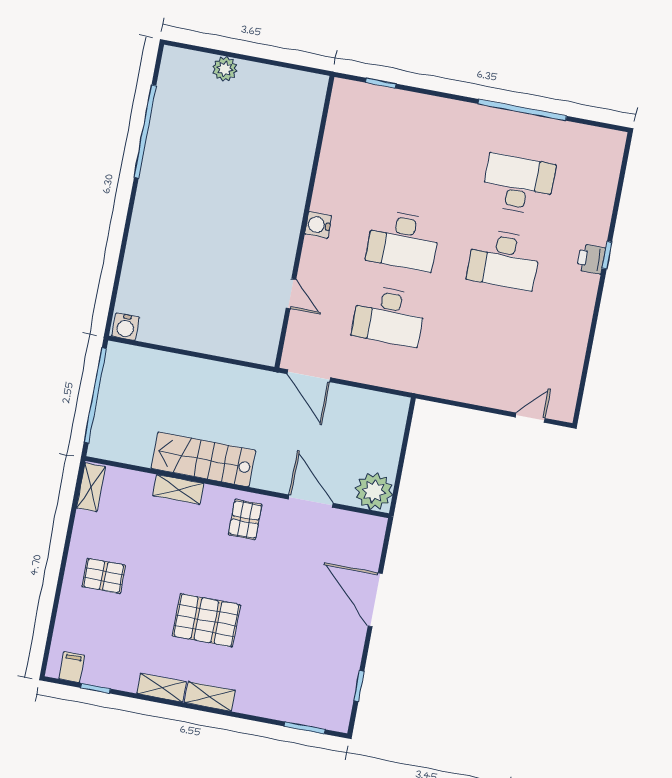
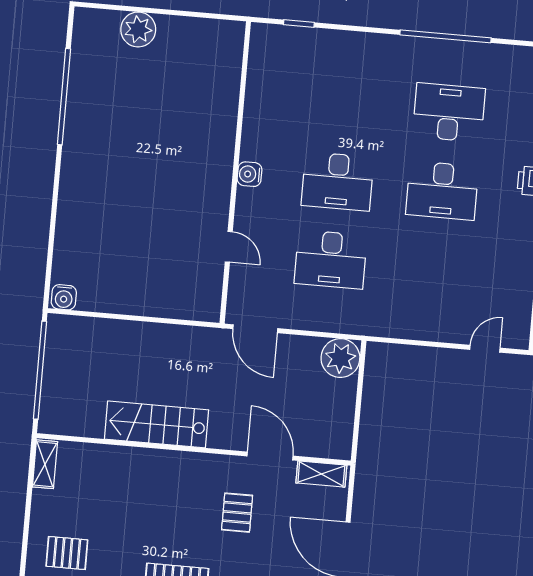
plant: (225, 69) -> (138, 29), width x1.36, depth x1.36
shelving: (178, 490) -> (321, 474), moved
plant: (374, 491) -> (340, 358), moved
pallet: (245, 520) -> (237, 513), moved

